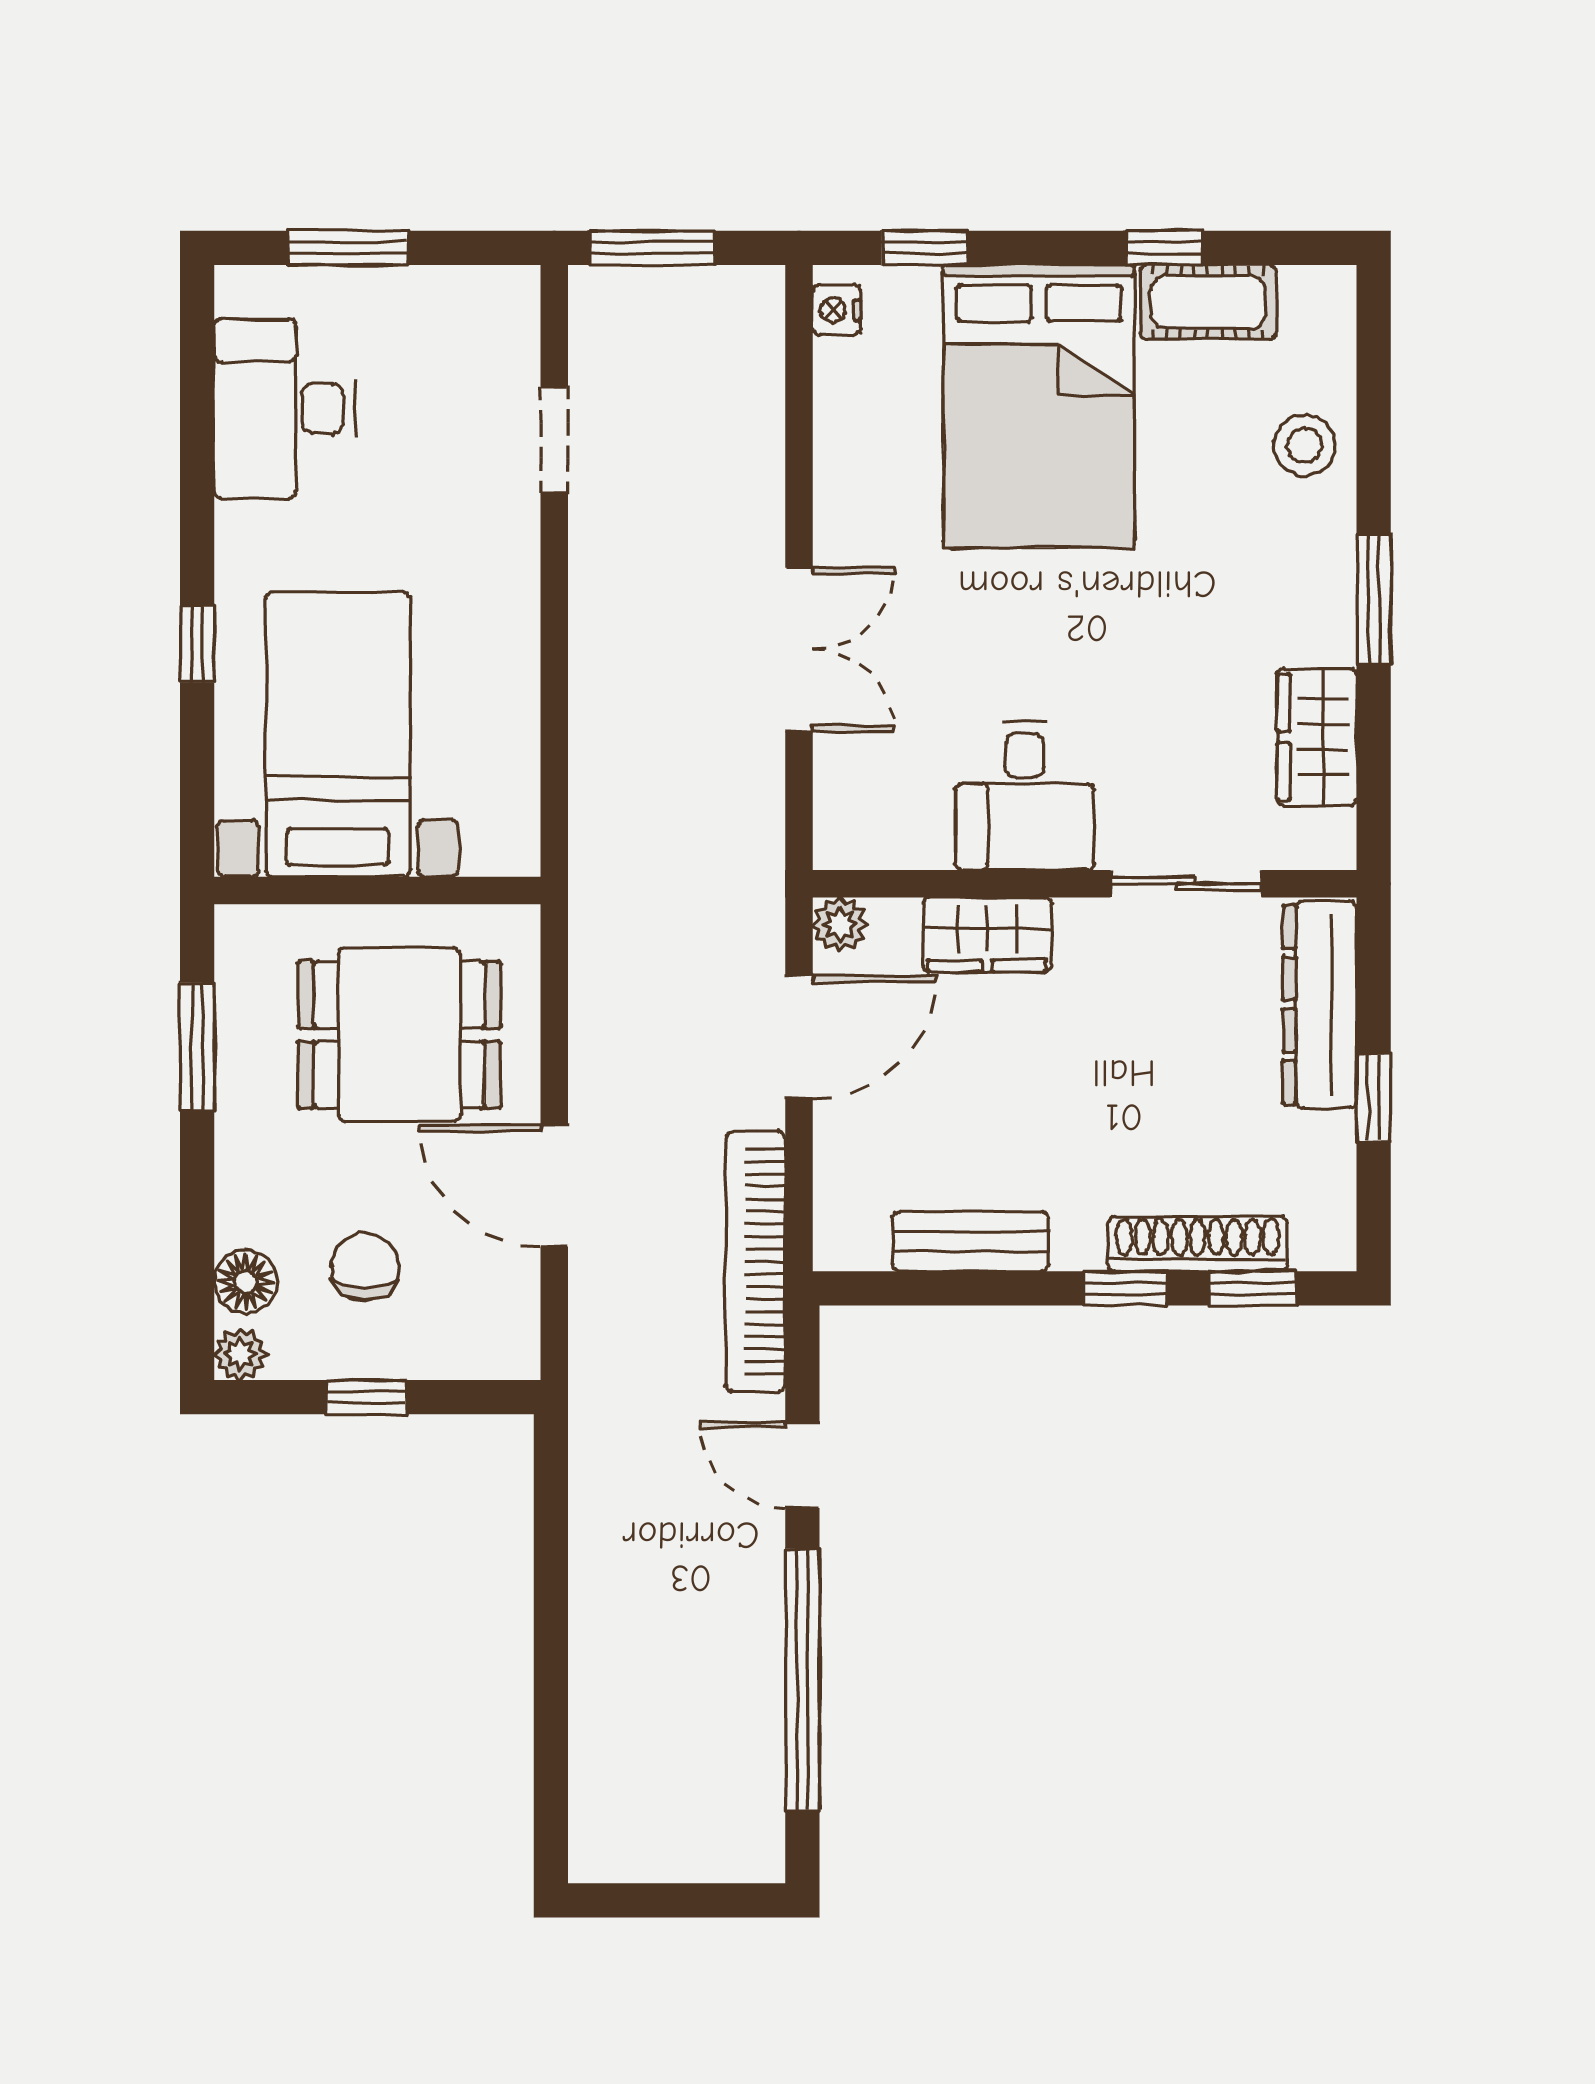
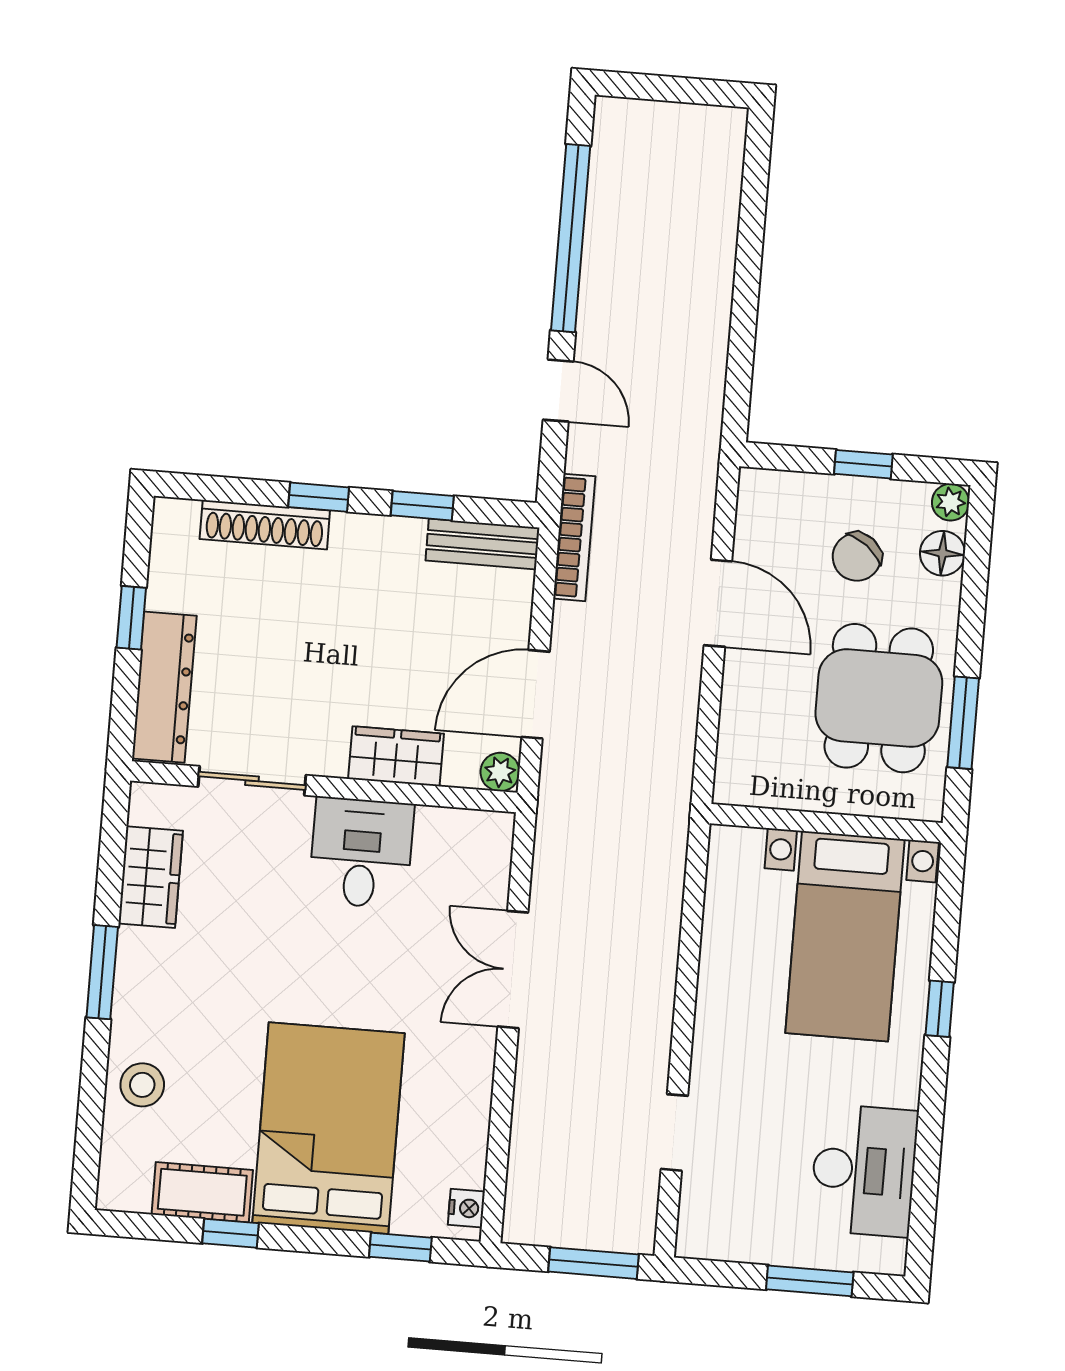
dining table: (399, 1035) -> (879, 698), moved, turned 90
bench: (971, 1242) -> (483, 544), moved
bookcase: (756, 1262) -> (574, 537), width x0.68, depth x0.76
chair: (365, 1267) -> (857, 557), turned 38
window: (1252, 1288) -> (422, 506), moved

